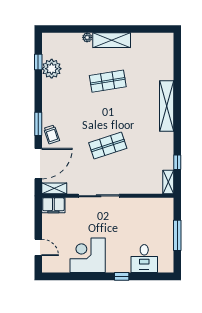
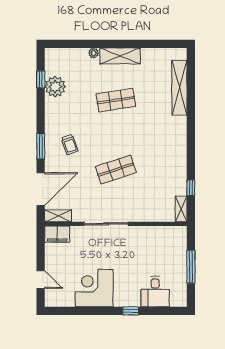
shelving: (167, 106) -> (179, 88), moved
trolley: (52, 134) -> (70, 145), moved

